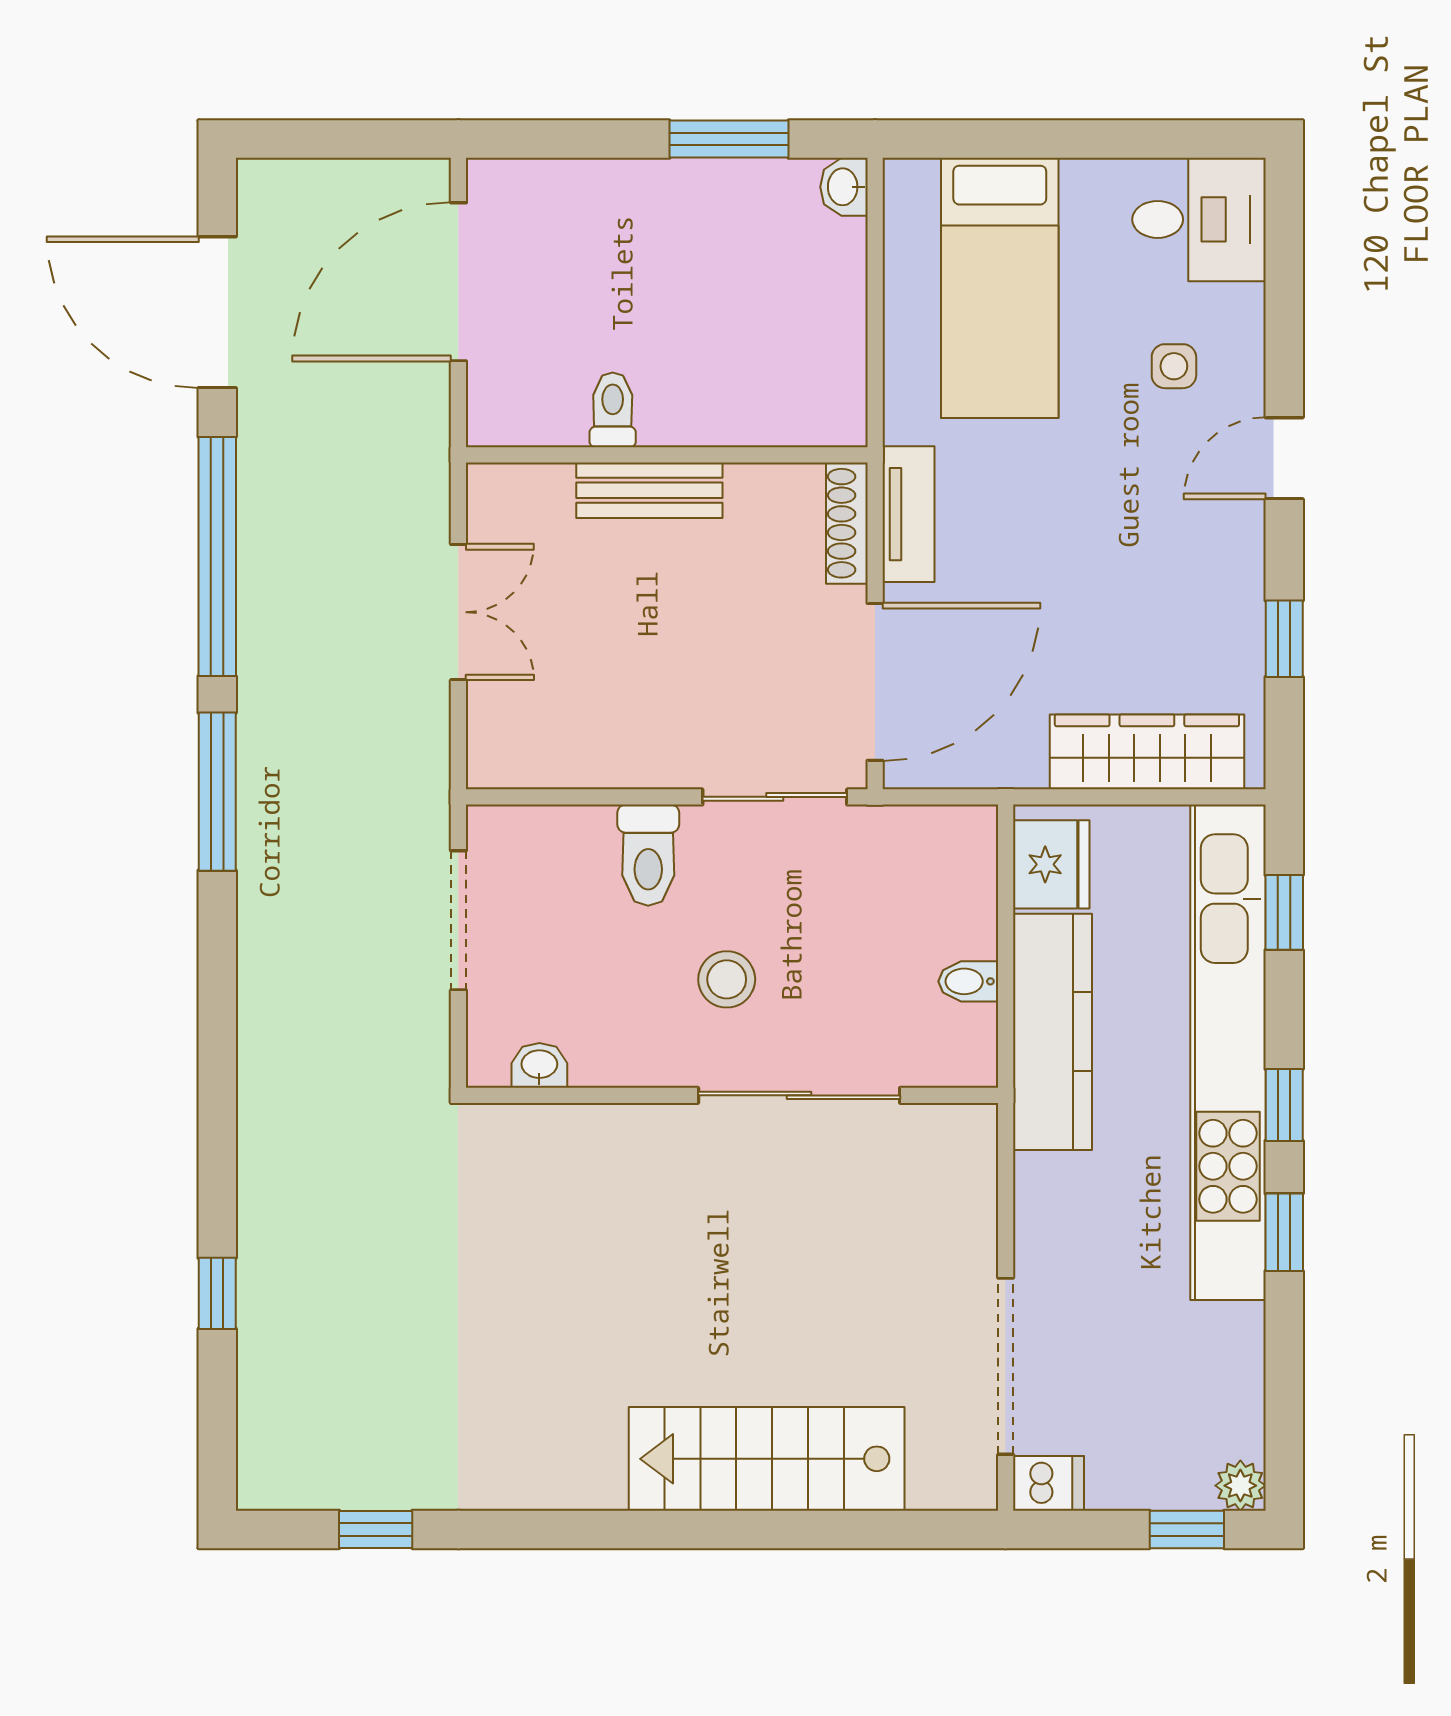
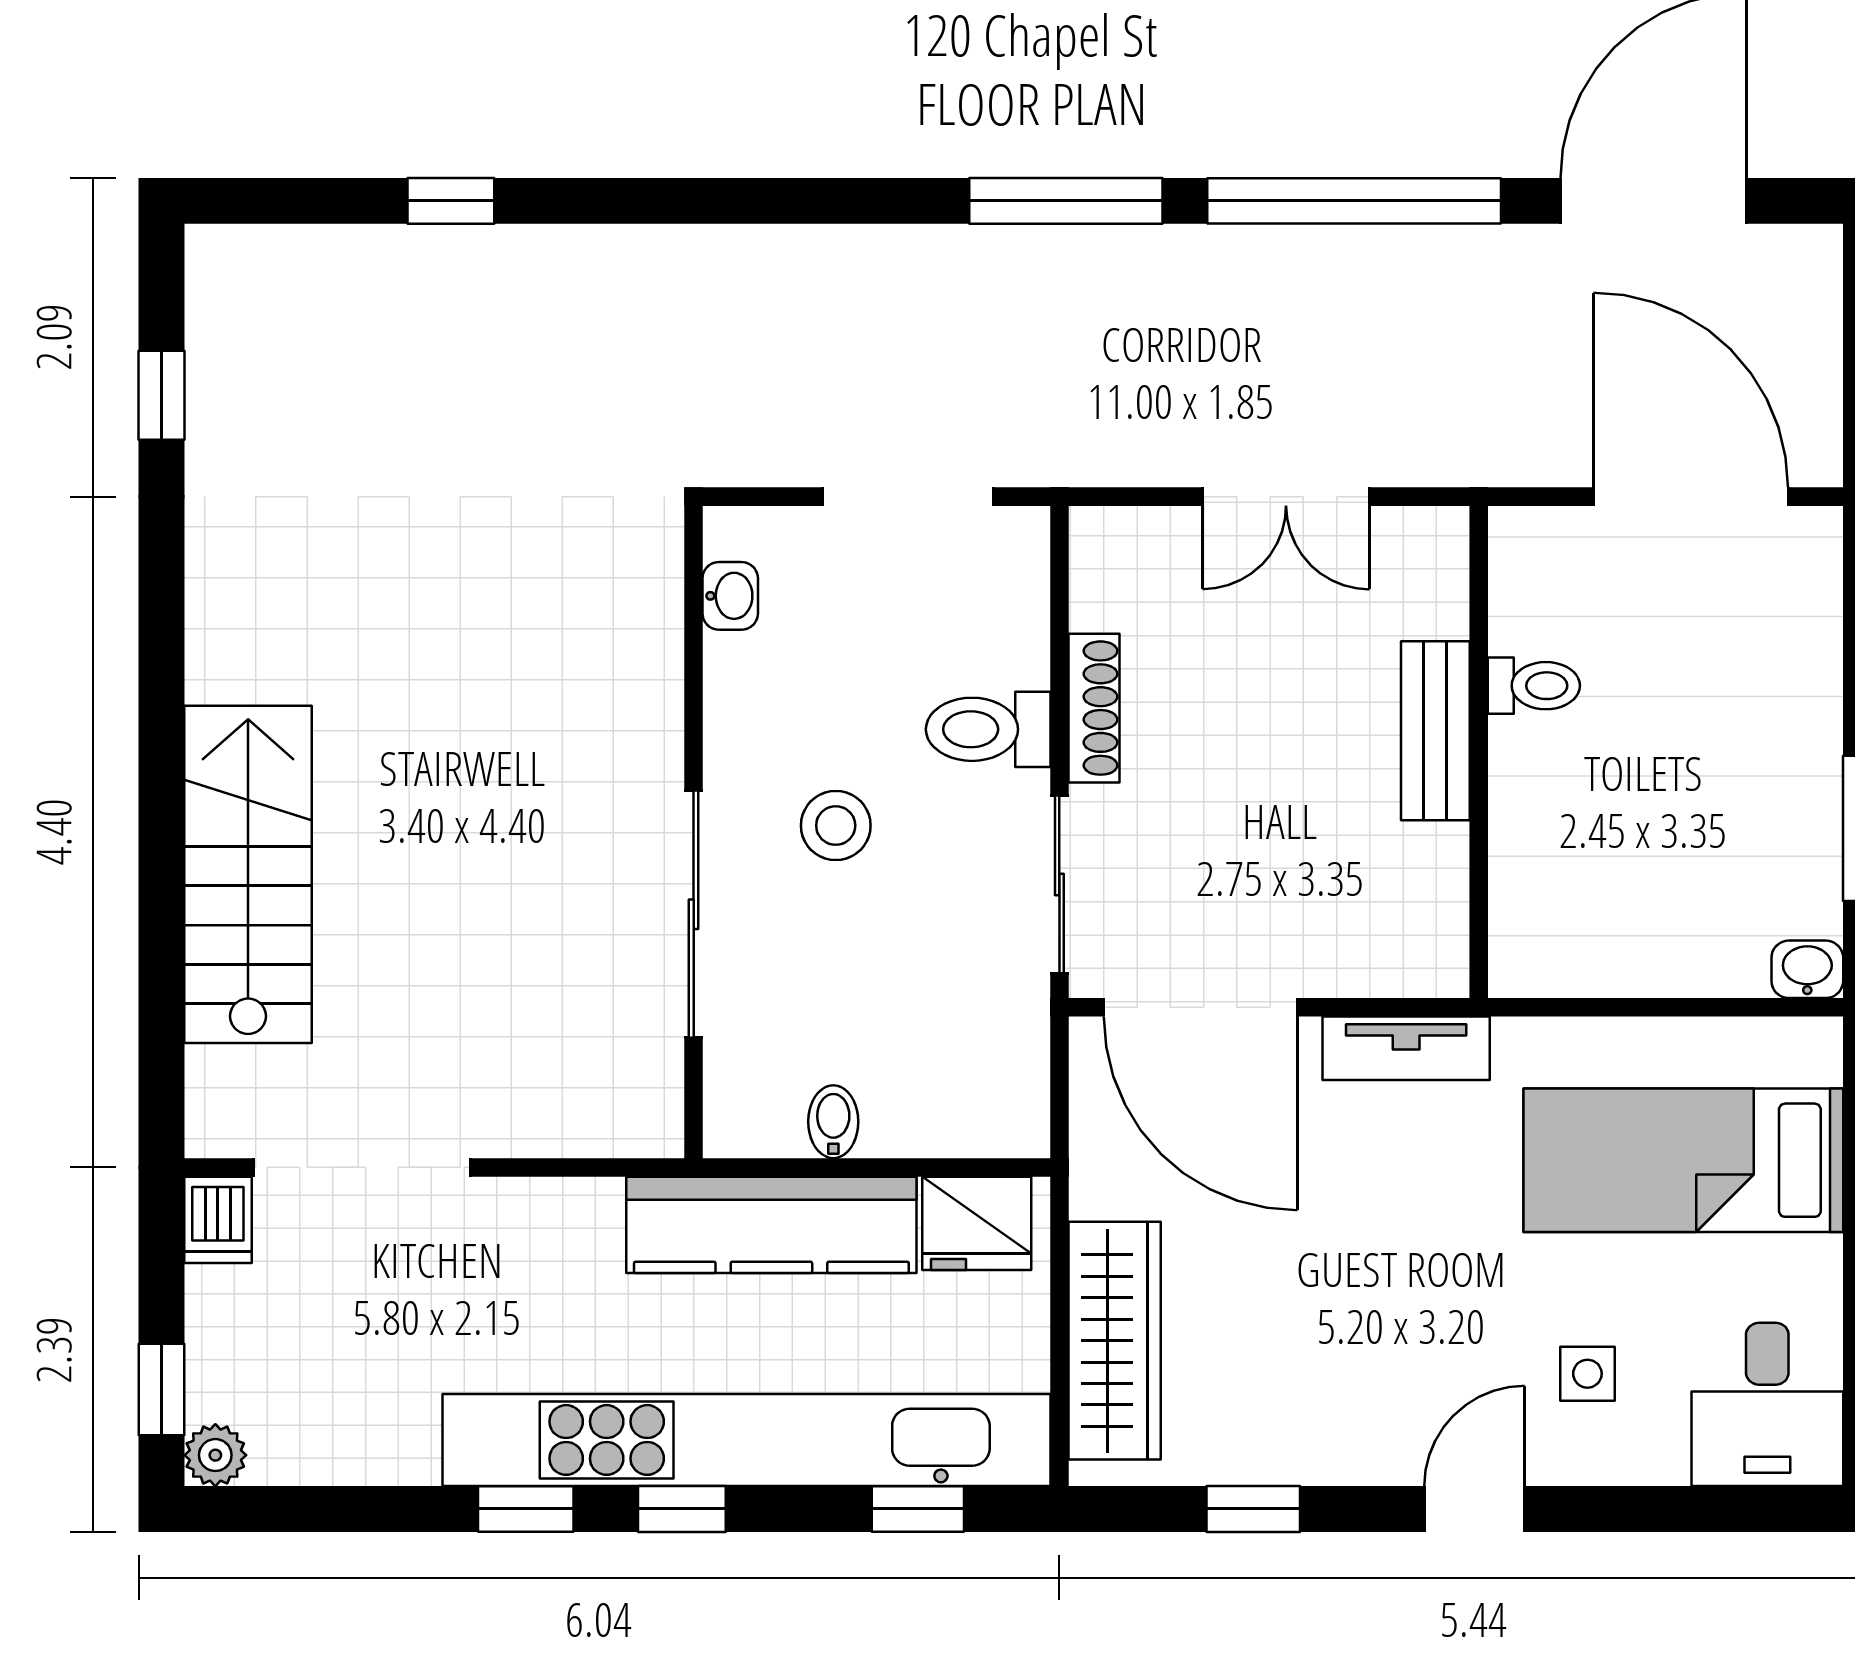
door: (1284, 458) -> (1475, 1509), hinge flipped
shoe rack: (847, 523) -> (1094, 708), moved, turned 90

